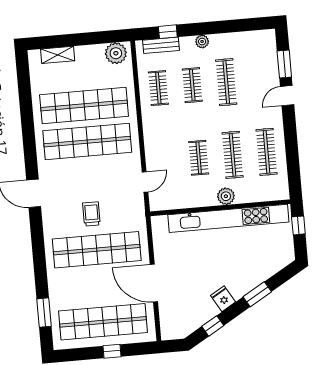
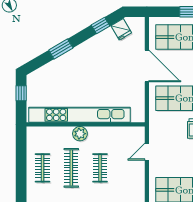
clothes rail: (267, 152) -> (43, 168), width x0.73
window: (298, 225) -> (21, 93), moved
fridge: (223, 299) -> (121, 29), moved

